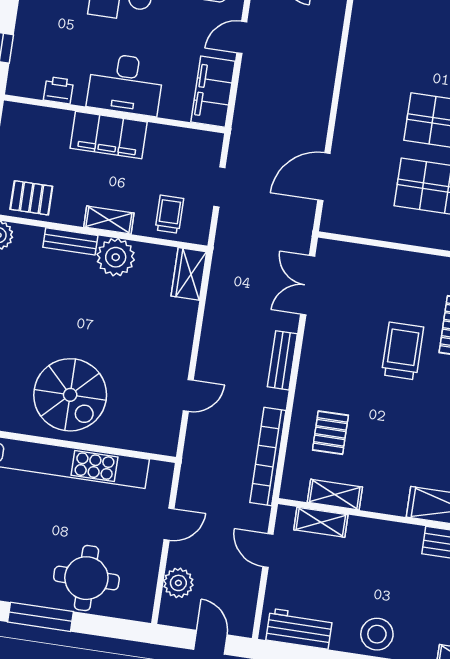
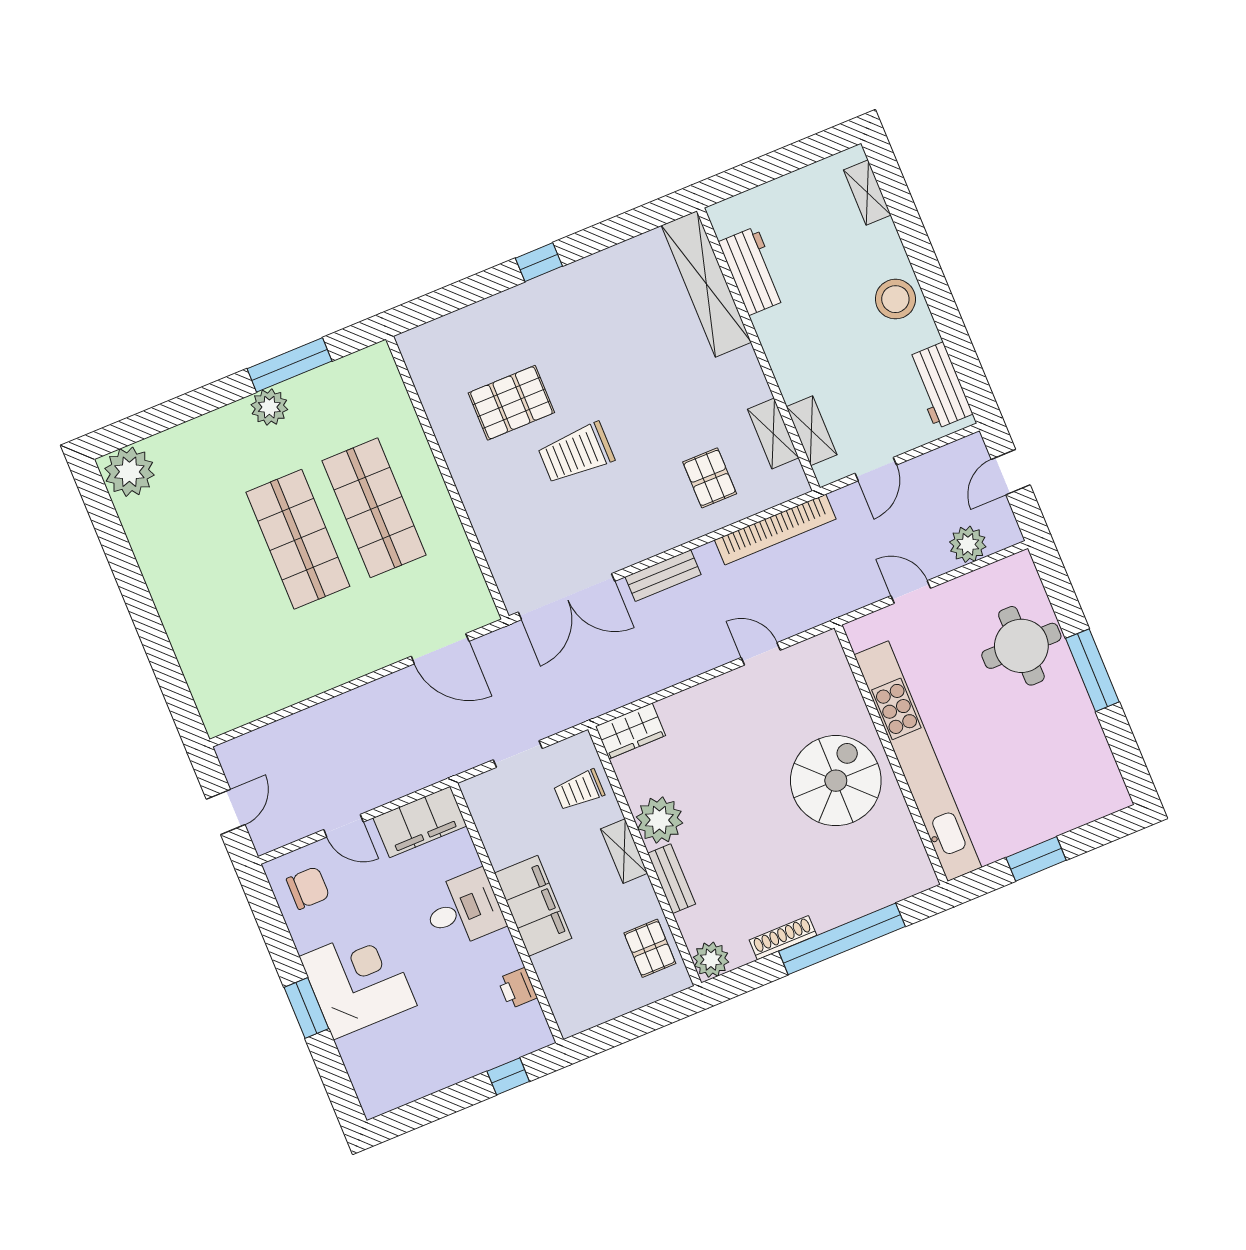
desk: (125, 84) -> (463, 909), width x0.73
double door: (308, 285) -> (567, 597), width x1.37
pallet: (330, 433) -> (710, 478), turned 90

